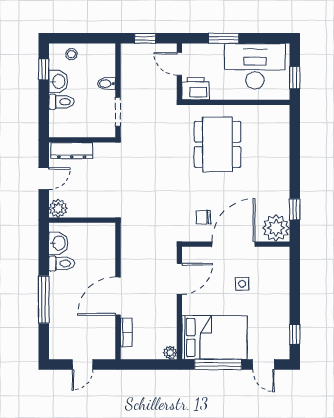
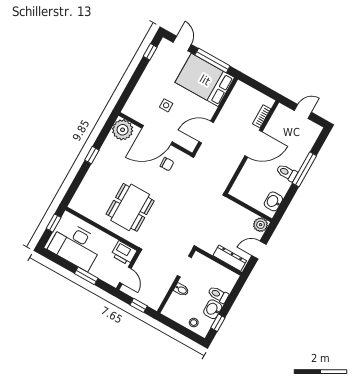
window: (295, 209) -> (92, 155), moved
toilet: (62, 264) -> (287, 173), moved
plant: (170, 353) -> (240, 86), removed

